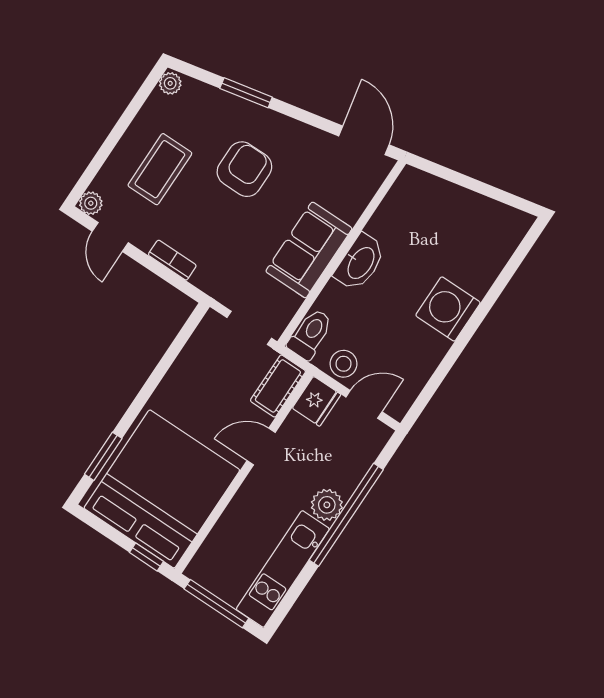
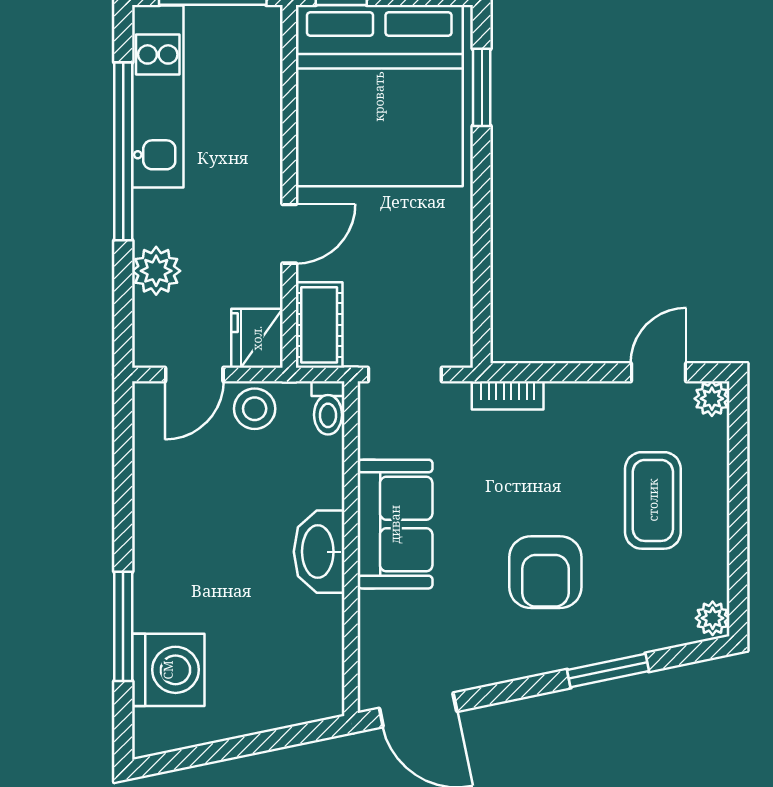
door: (110, 237) -> (658, 372), hinge flipped
bookcase: (172, 260) -> (508, 395), moved
window: (494, 293) -> (123, 626), added
washing machine: (448, 309) -> (168, 670), moved
toilet: (310, 334) -> (328, 408), width x0.73, depth x0.72
plant: (327, 505) -> (156, 271), moved
window: (346, 515) -> (123, 151), moved

